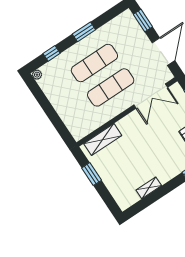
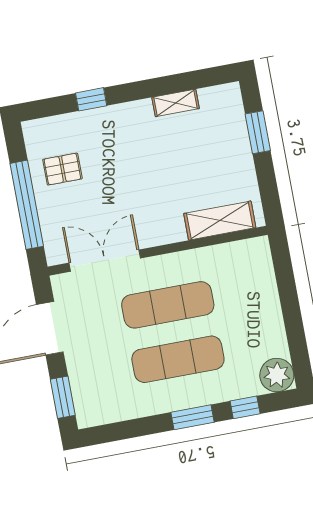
window: (84, 32) -> (193, 417), moved
plant: (37, 75) -> (277, 375), width x1.88, depth x1.88
window: (92, 174) -> (258, 132), moved

